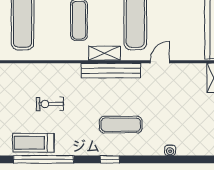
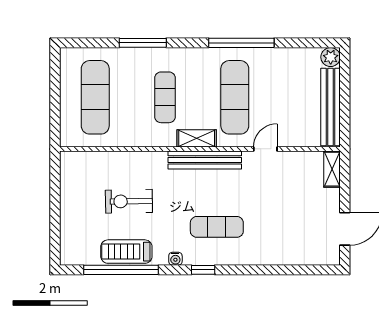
exercise bike: (50, 104) -> (129, 201), width x1.38, depth x1.39
treadmill: (33, 143) -> (126, 252), moved
water cooler: (170, 150) -> (175, 259), moved

